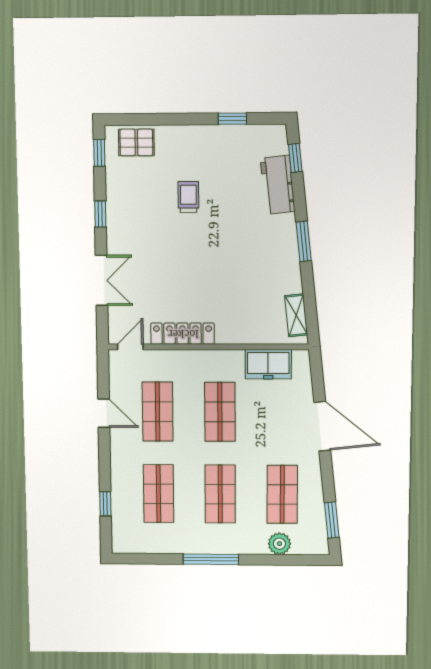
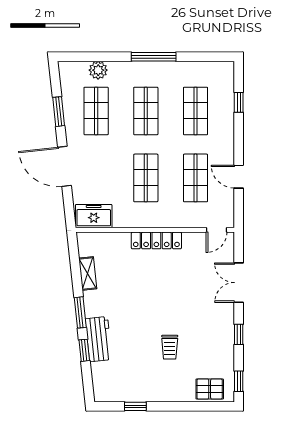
window: (295, 158) -> (84, 350), moved
workbench: (278, 185) -> (99, 339), moved
shelving: (296, 315) -> (88, 273), moved
locker: (183, 334) -> (156, 240), moved
freezer: (268, 364) -> (94, 216), moved
window: (332, 520) -> (59, 112), moved

